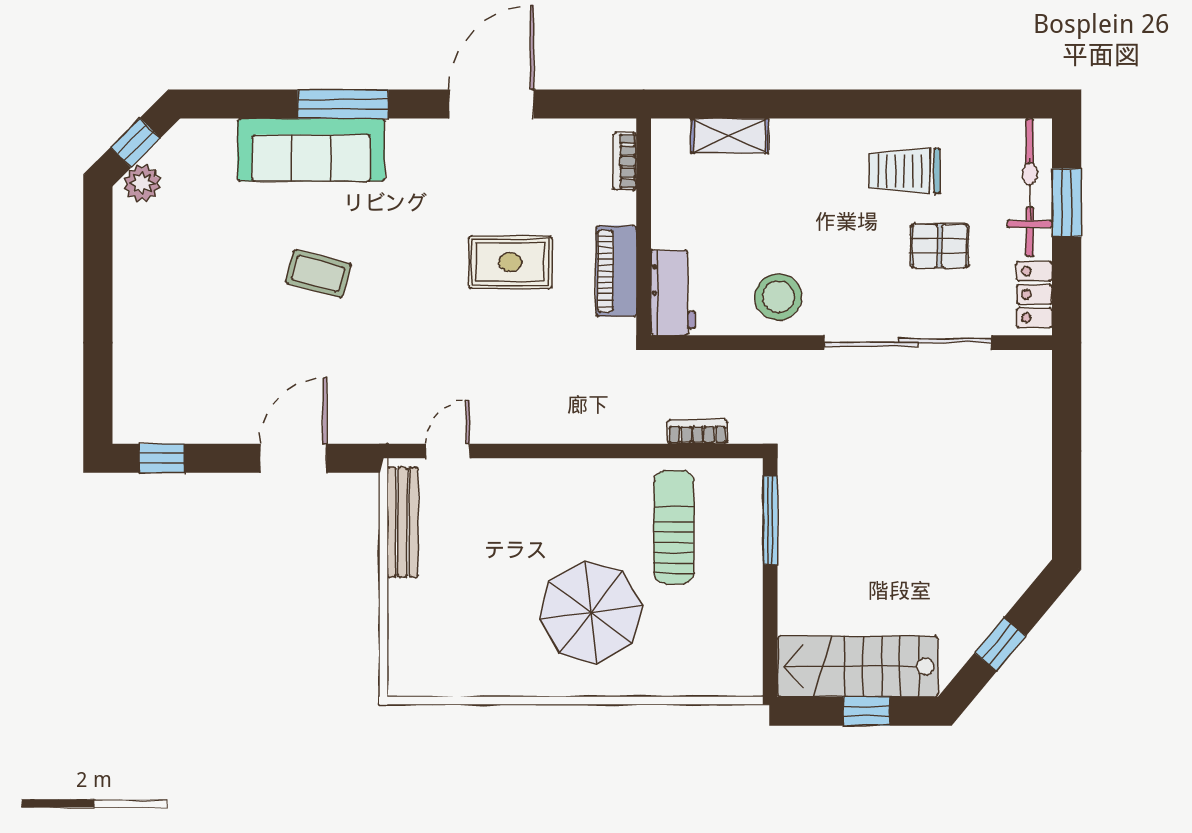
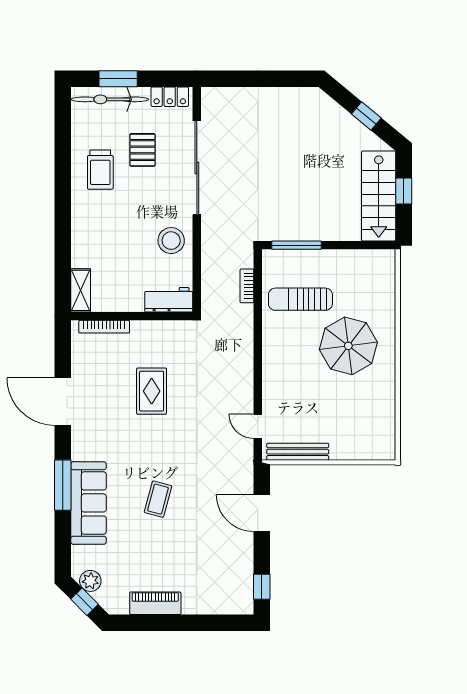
shelving: (730, 136) -> (81, 290), moved
bookcase: (625, 161) -> (104, 327), width x1.56
plant: (142, 183) -> (90, 581), moved
piano: (616, 271) -> (155, 603), moved, turned 180

